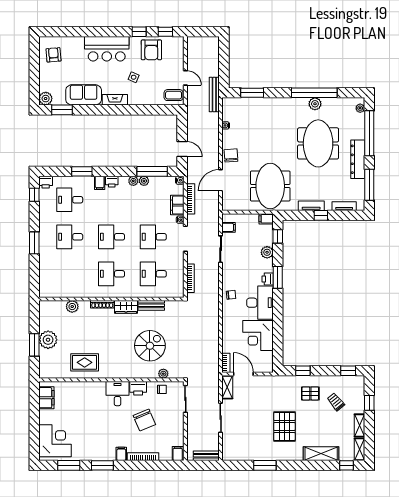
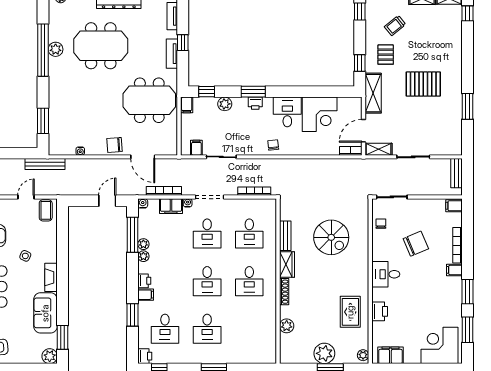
desk: (260, 303) -> (287, 112), width x0.73
spiral stairs: (150, 346) -> (331, 237), turned 180
plant: (163, 374) -> (363, 355), moved
printer: (138, 388) -> (380, 311), moved
shelving: (321, 454) -> (373, 93), moved

